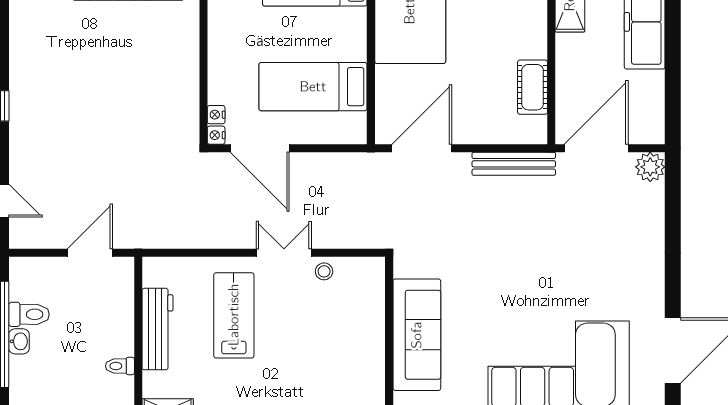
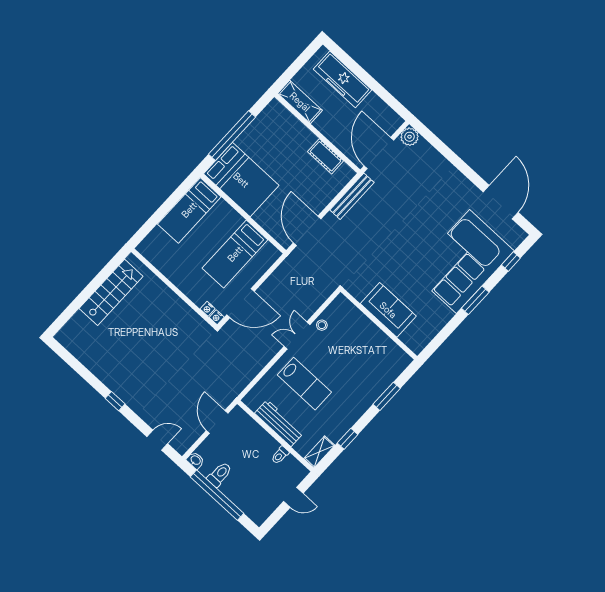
lab bench: (234, 315) -> (304, 384), turned 180
sofa: (417, 335) -> (388, 310), width x0.73
washbasin: (19, 341) -> (195, 460), moved

